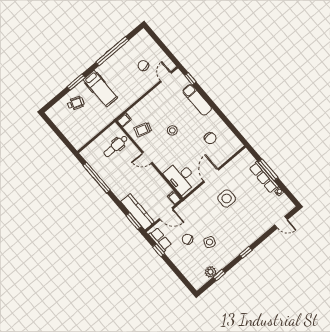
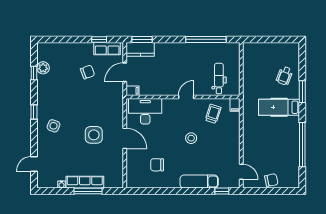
chair: (143, 66) -> (271, 180), moved
kitchen counter: (137, 212) -> (140, 49), width x0.67
side table: (210, 242) -> (53, 126), moved

